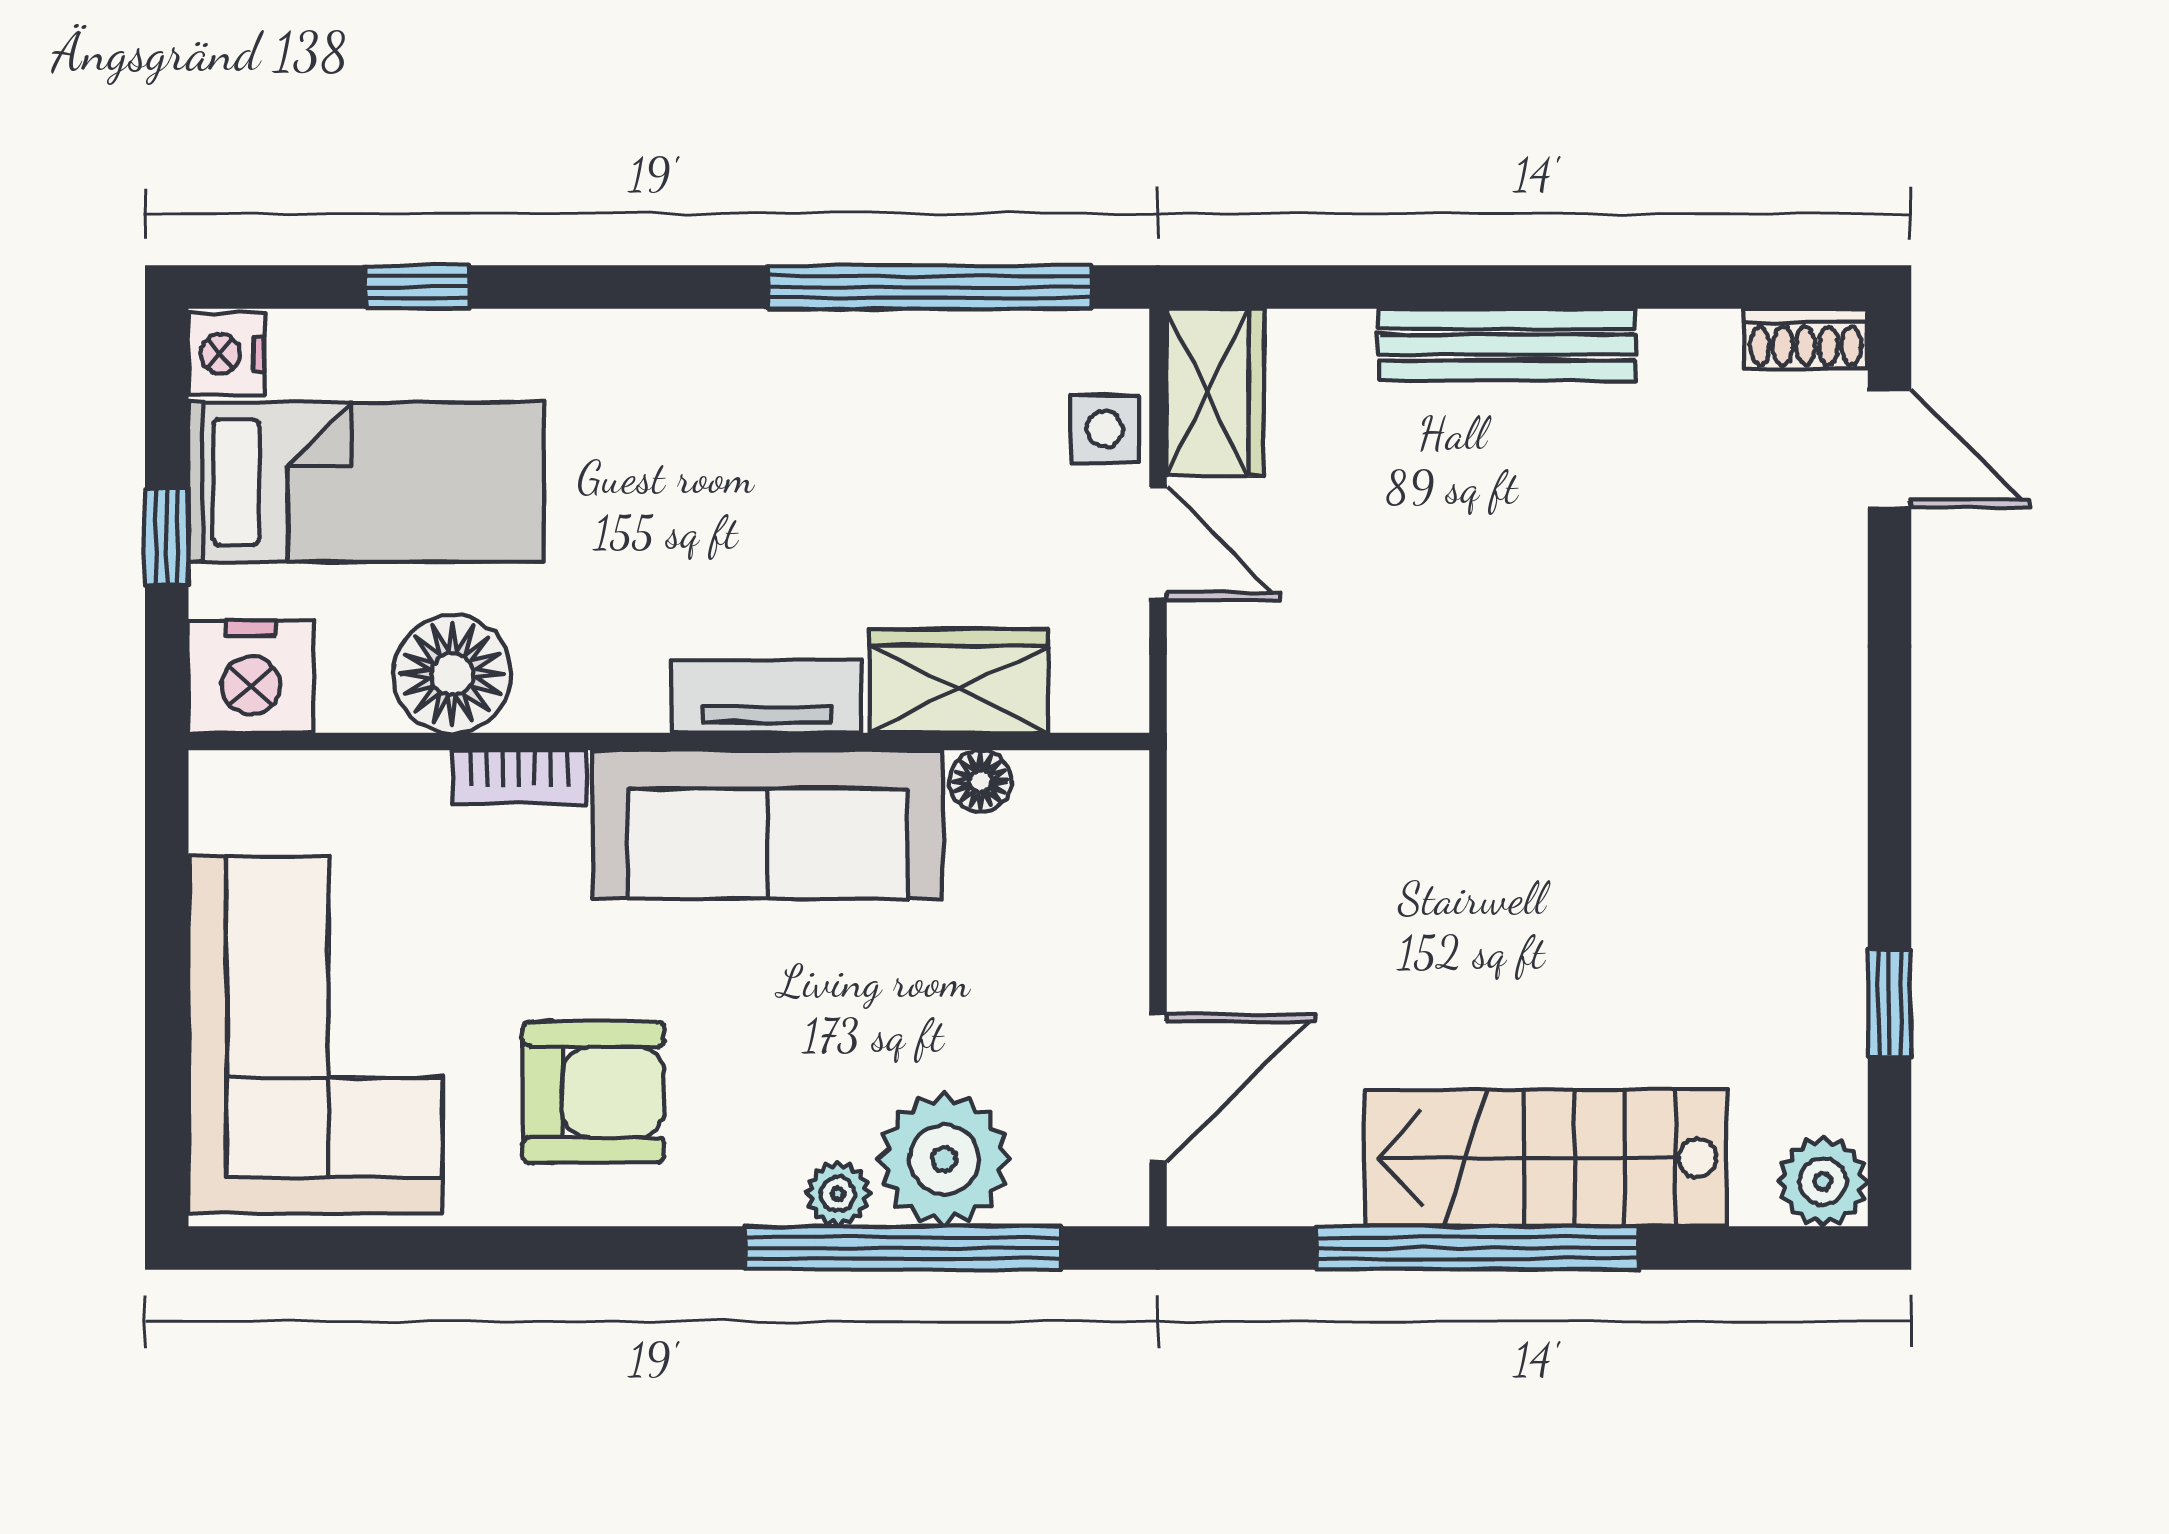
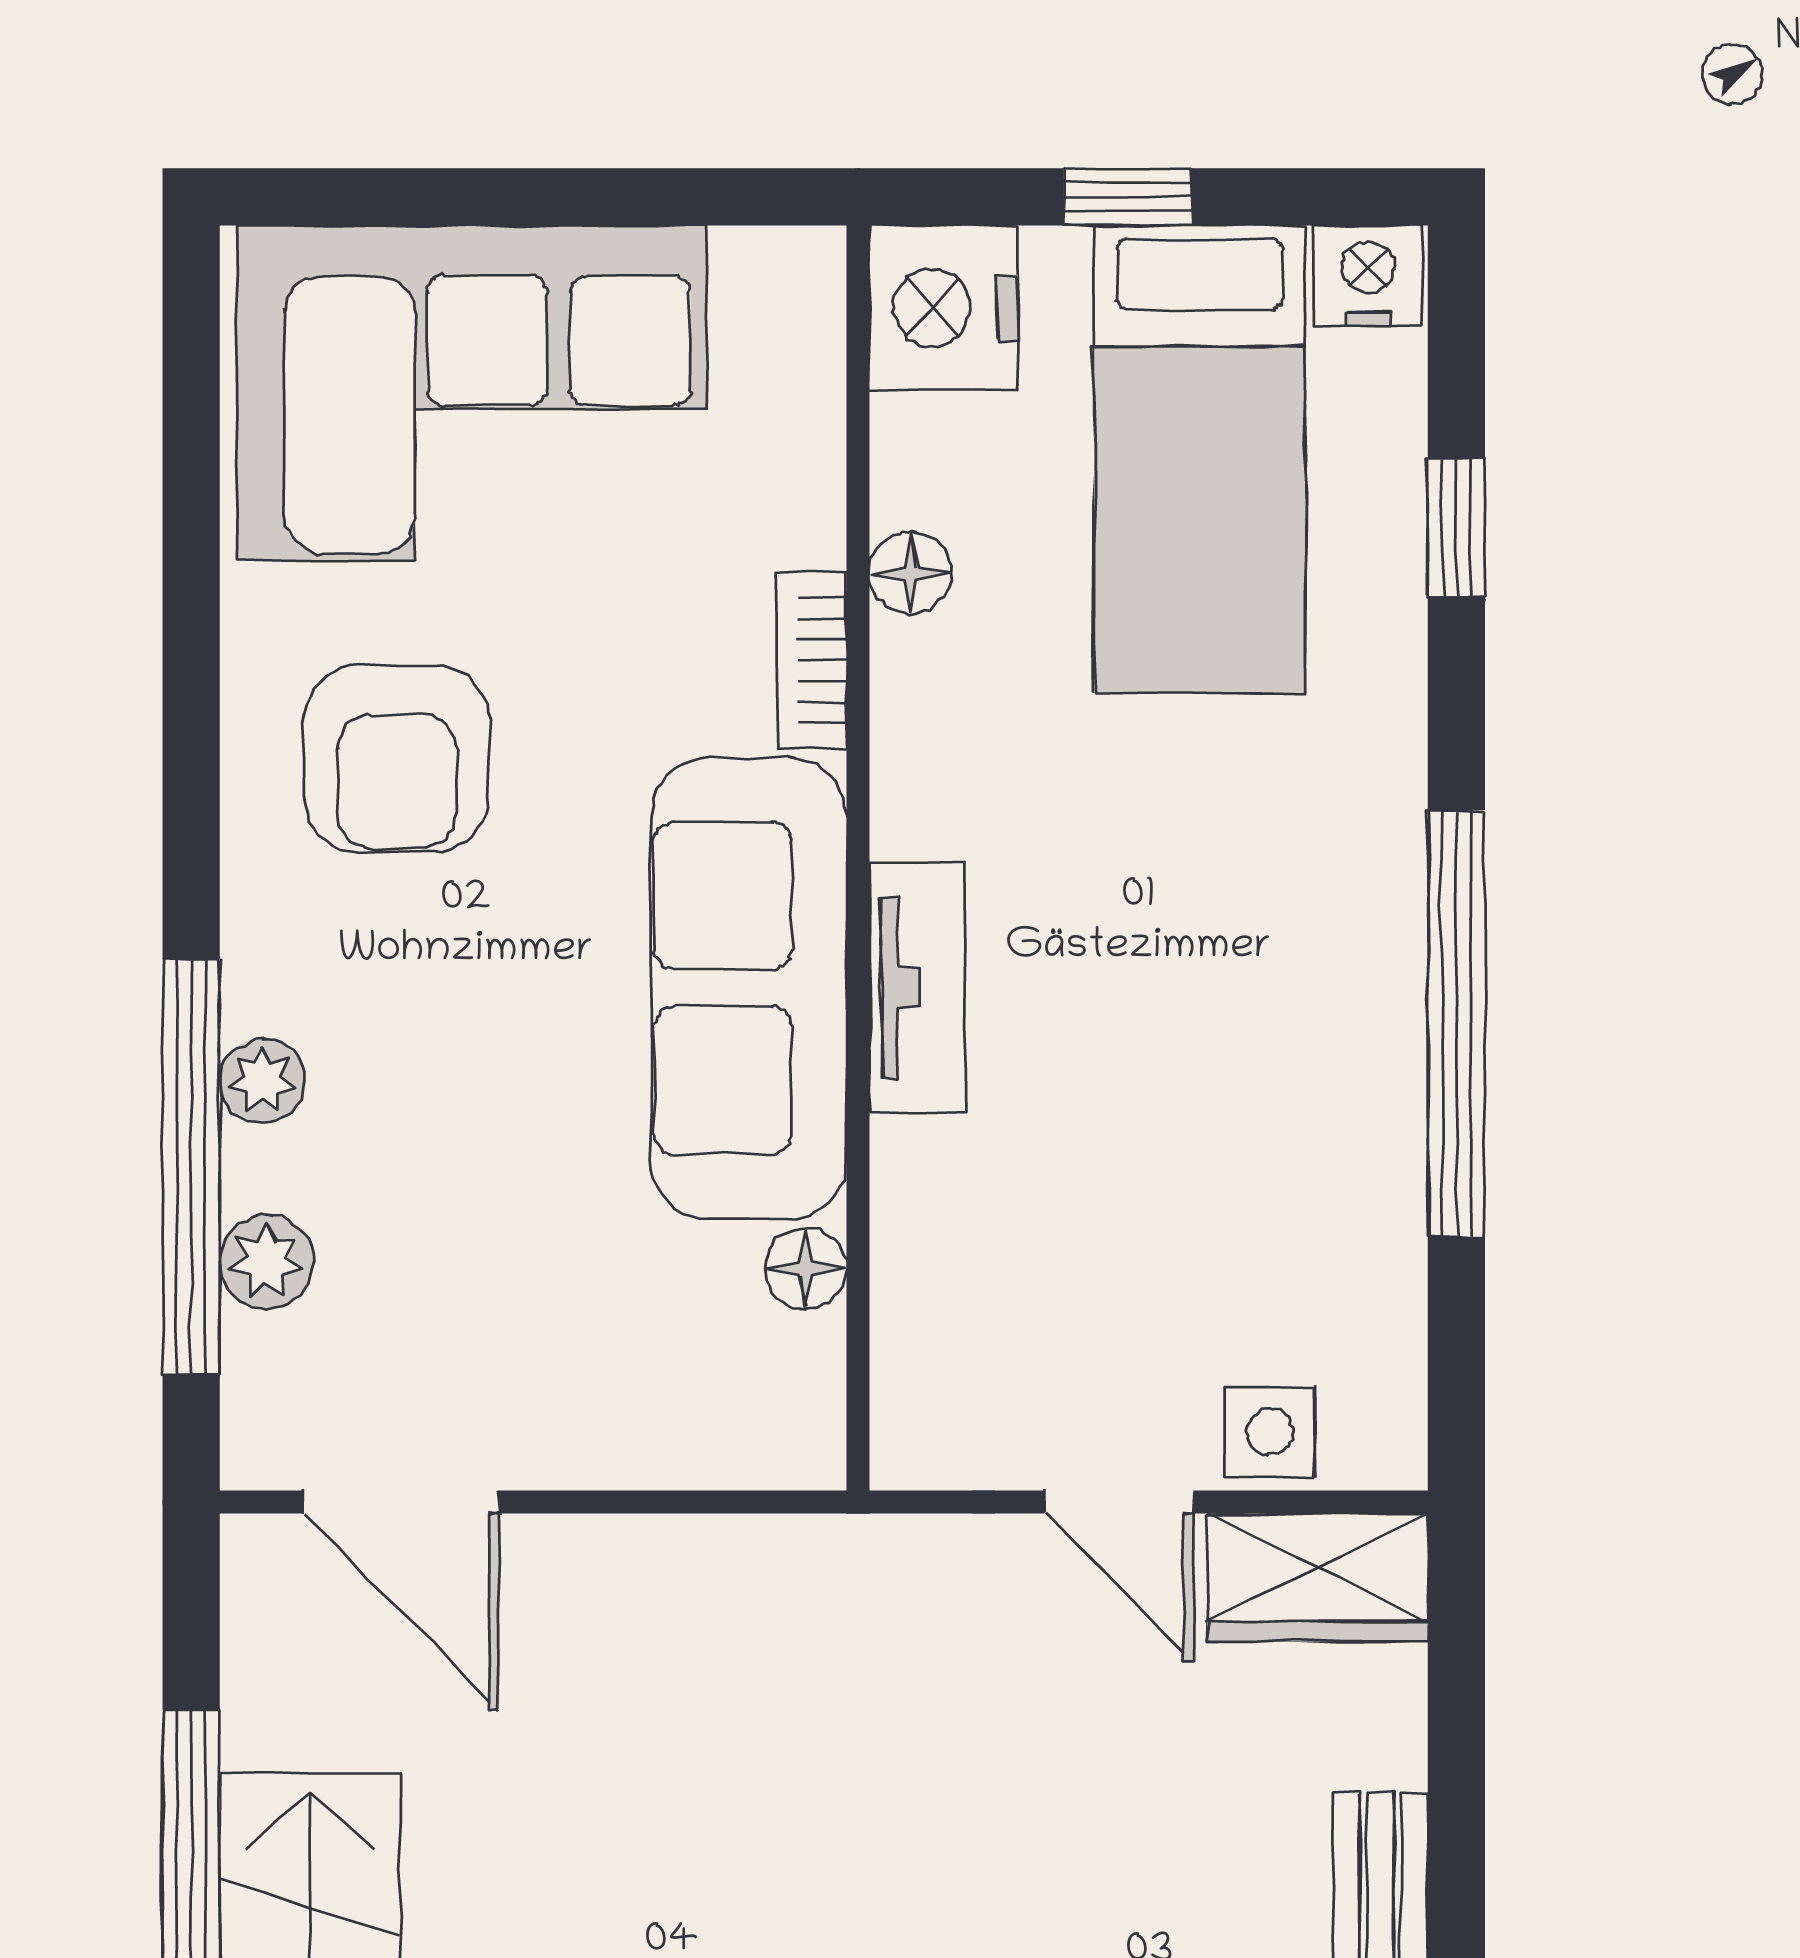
window: (929, 287) -> (1456, 1024), moved
door: (1158, 543) -> (1119, 1502), hinge flipped
floor lamp: (452, 674) -> (911, 573), width x0.53, depth x0.53
wardrobe: (959, 681) -> (938, 1240), removed
plant: (944, 1159) -> (267, 1262), width x0.53, depth x0.53

